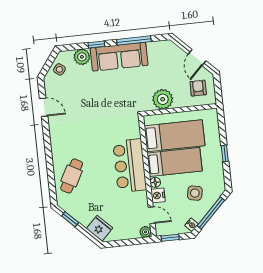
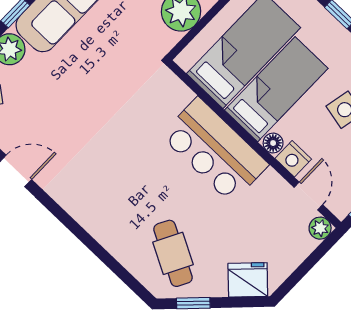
cafe table: (72, 176) -> (173, 253), moved
door: (152, 215) -> (308, 196), hinge flipped

